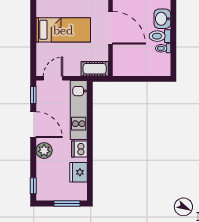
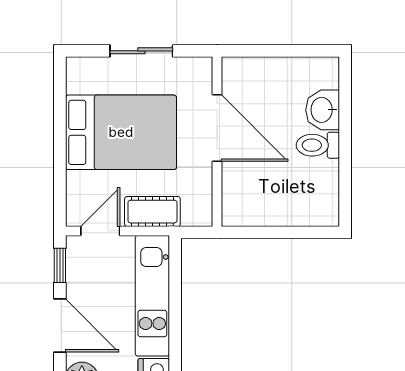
bed: (63, 30) -> (121, 132), width x1.50
toilet: (163, 48) -> (324, 170), removed
cot: (95, 69) -> (152, 212), moved

